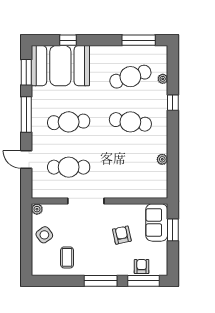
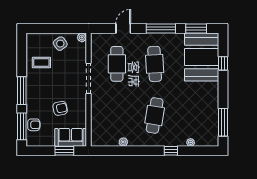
cafe table: (130, 77) -> (192, 115), removed

